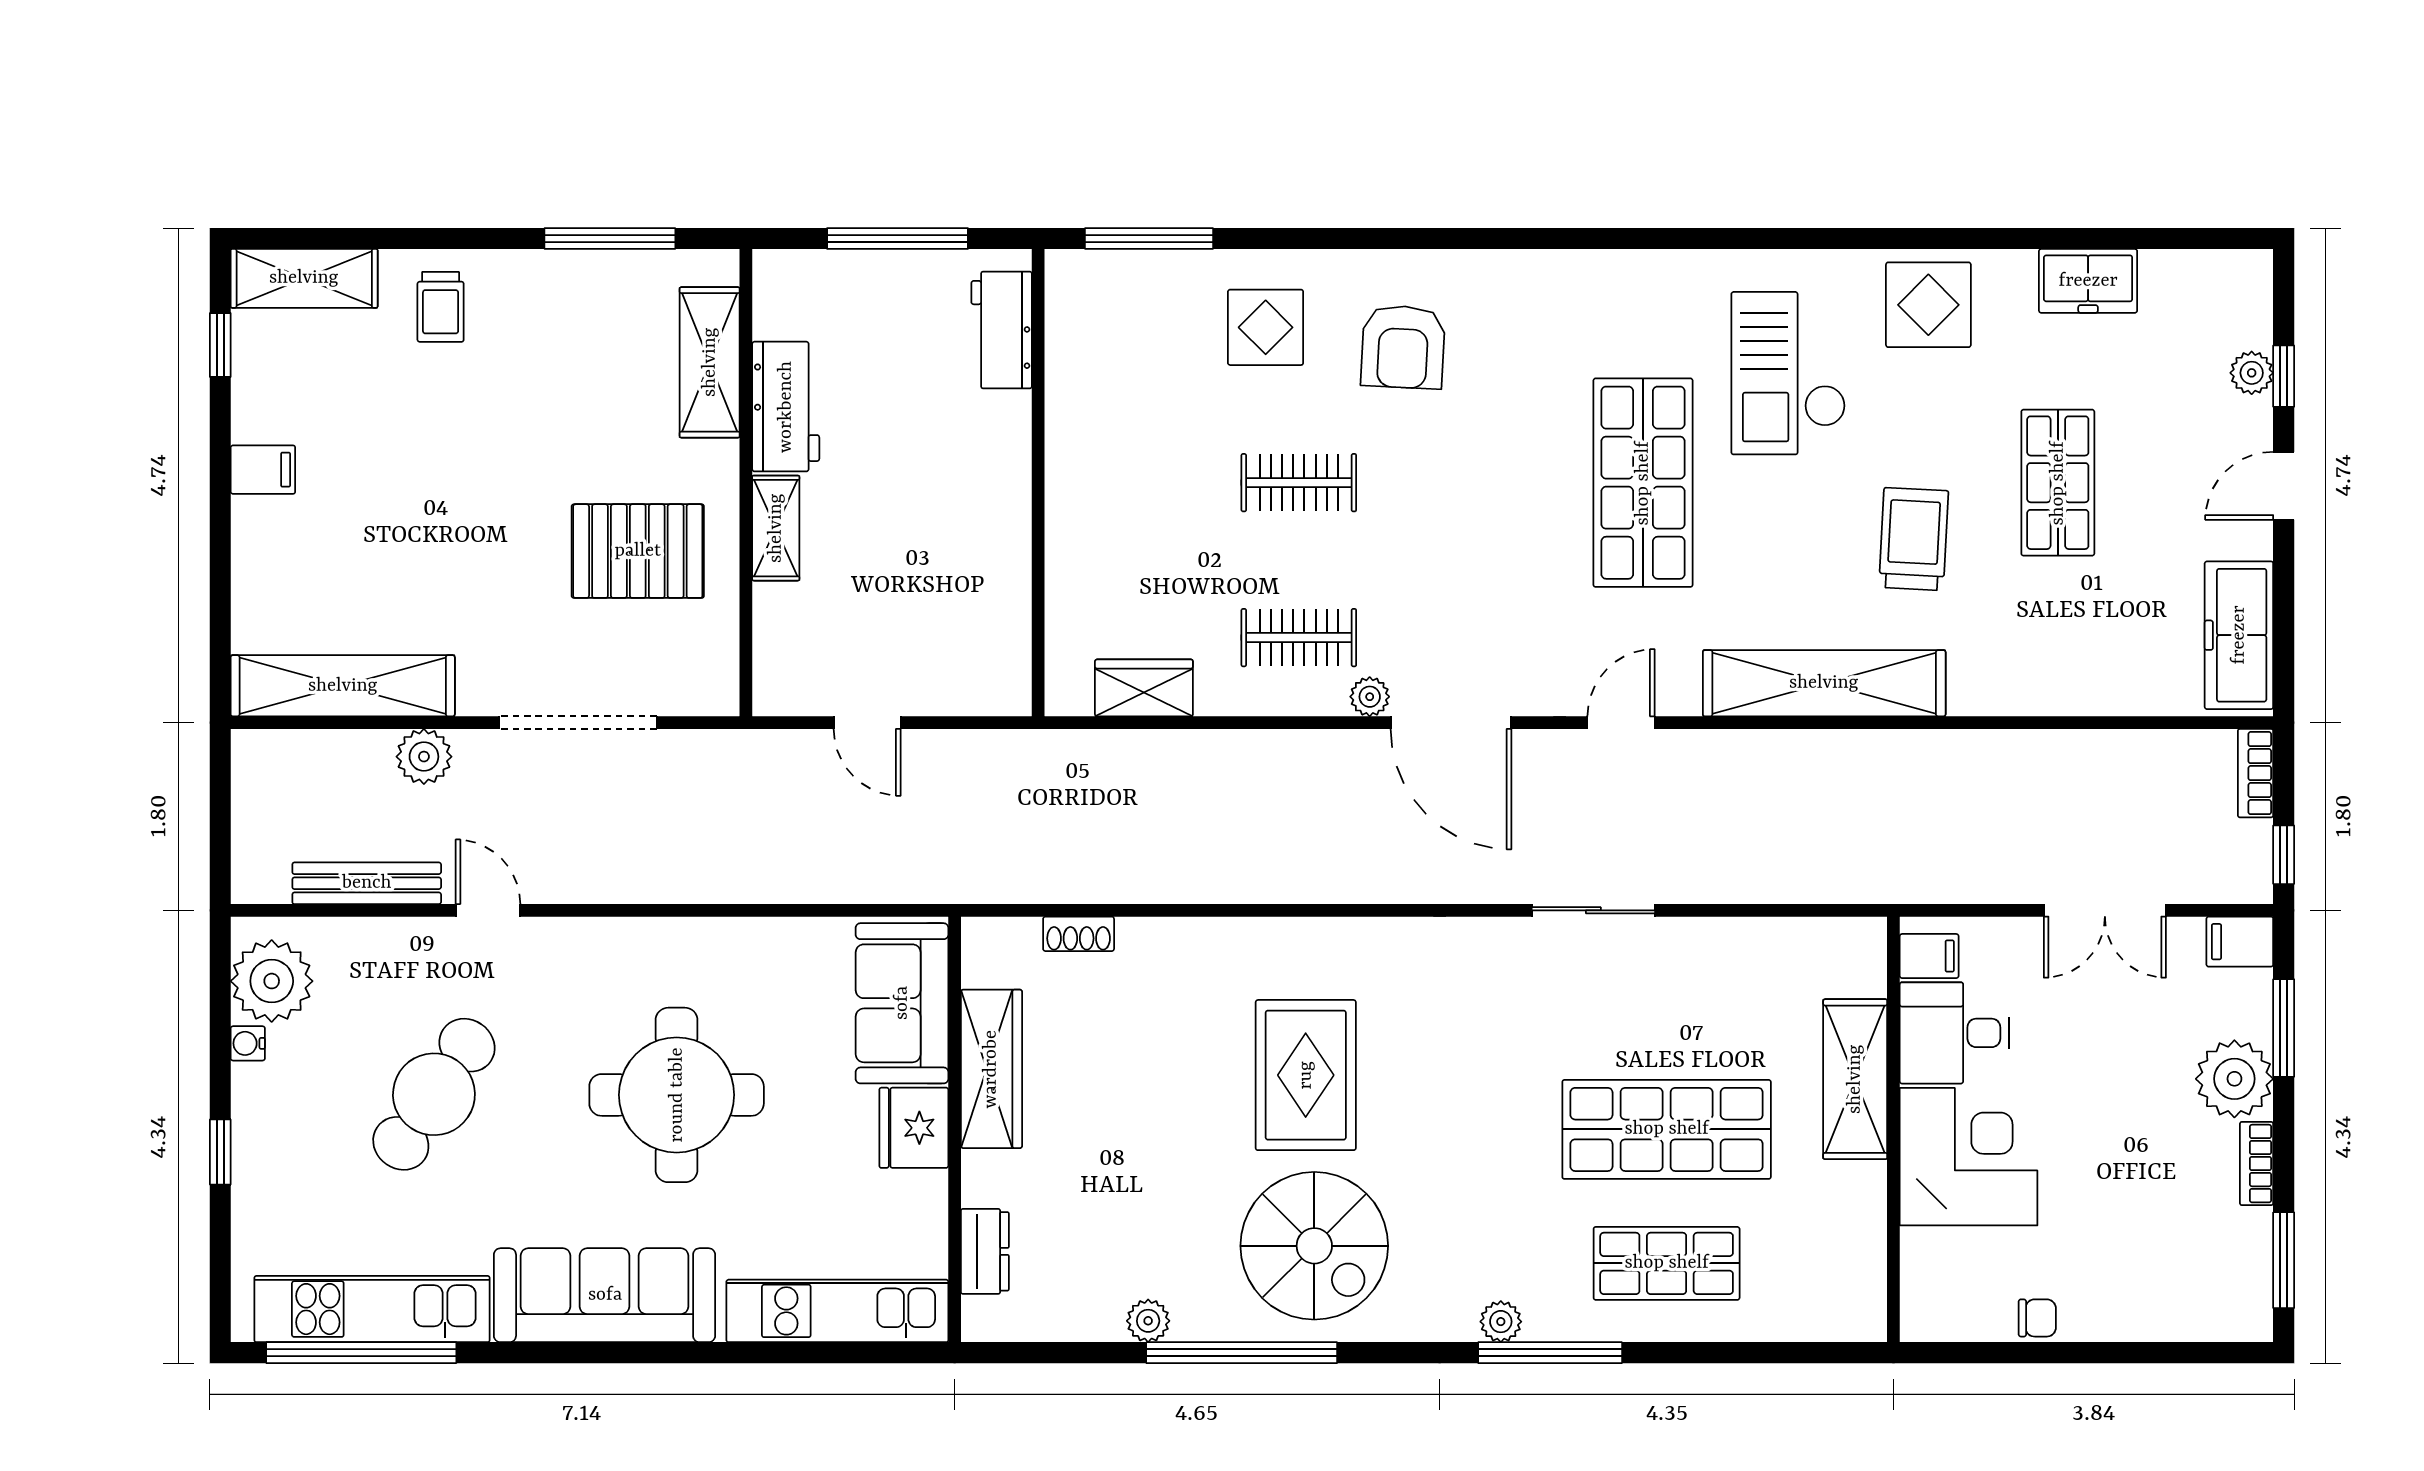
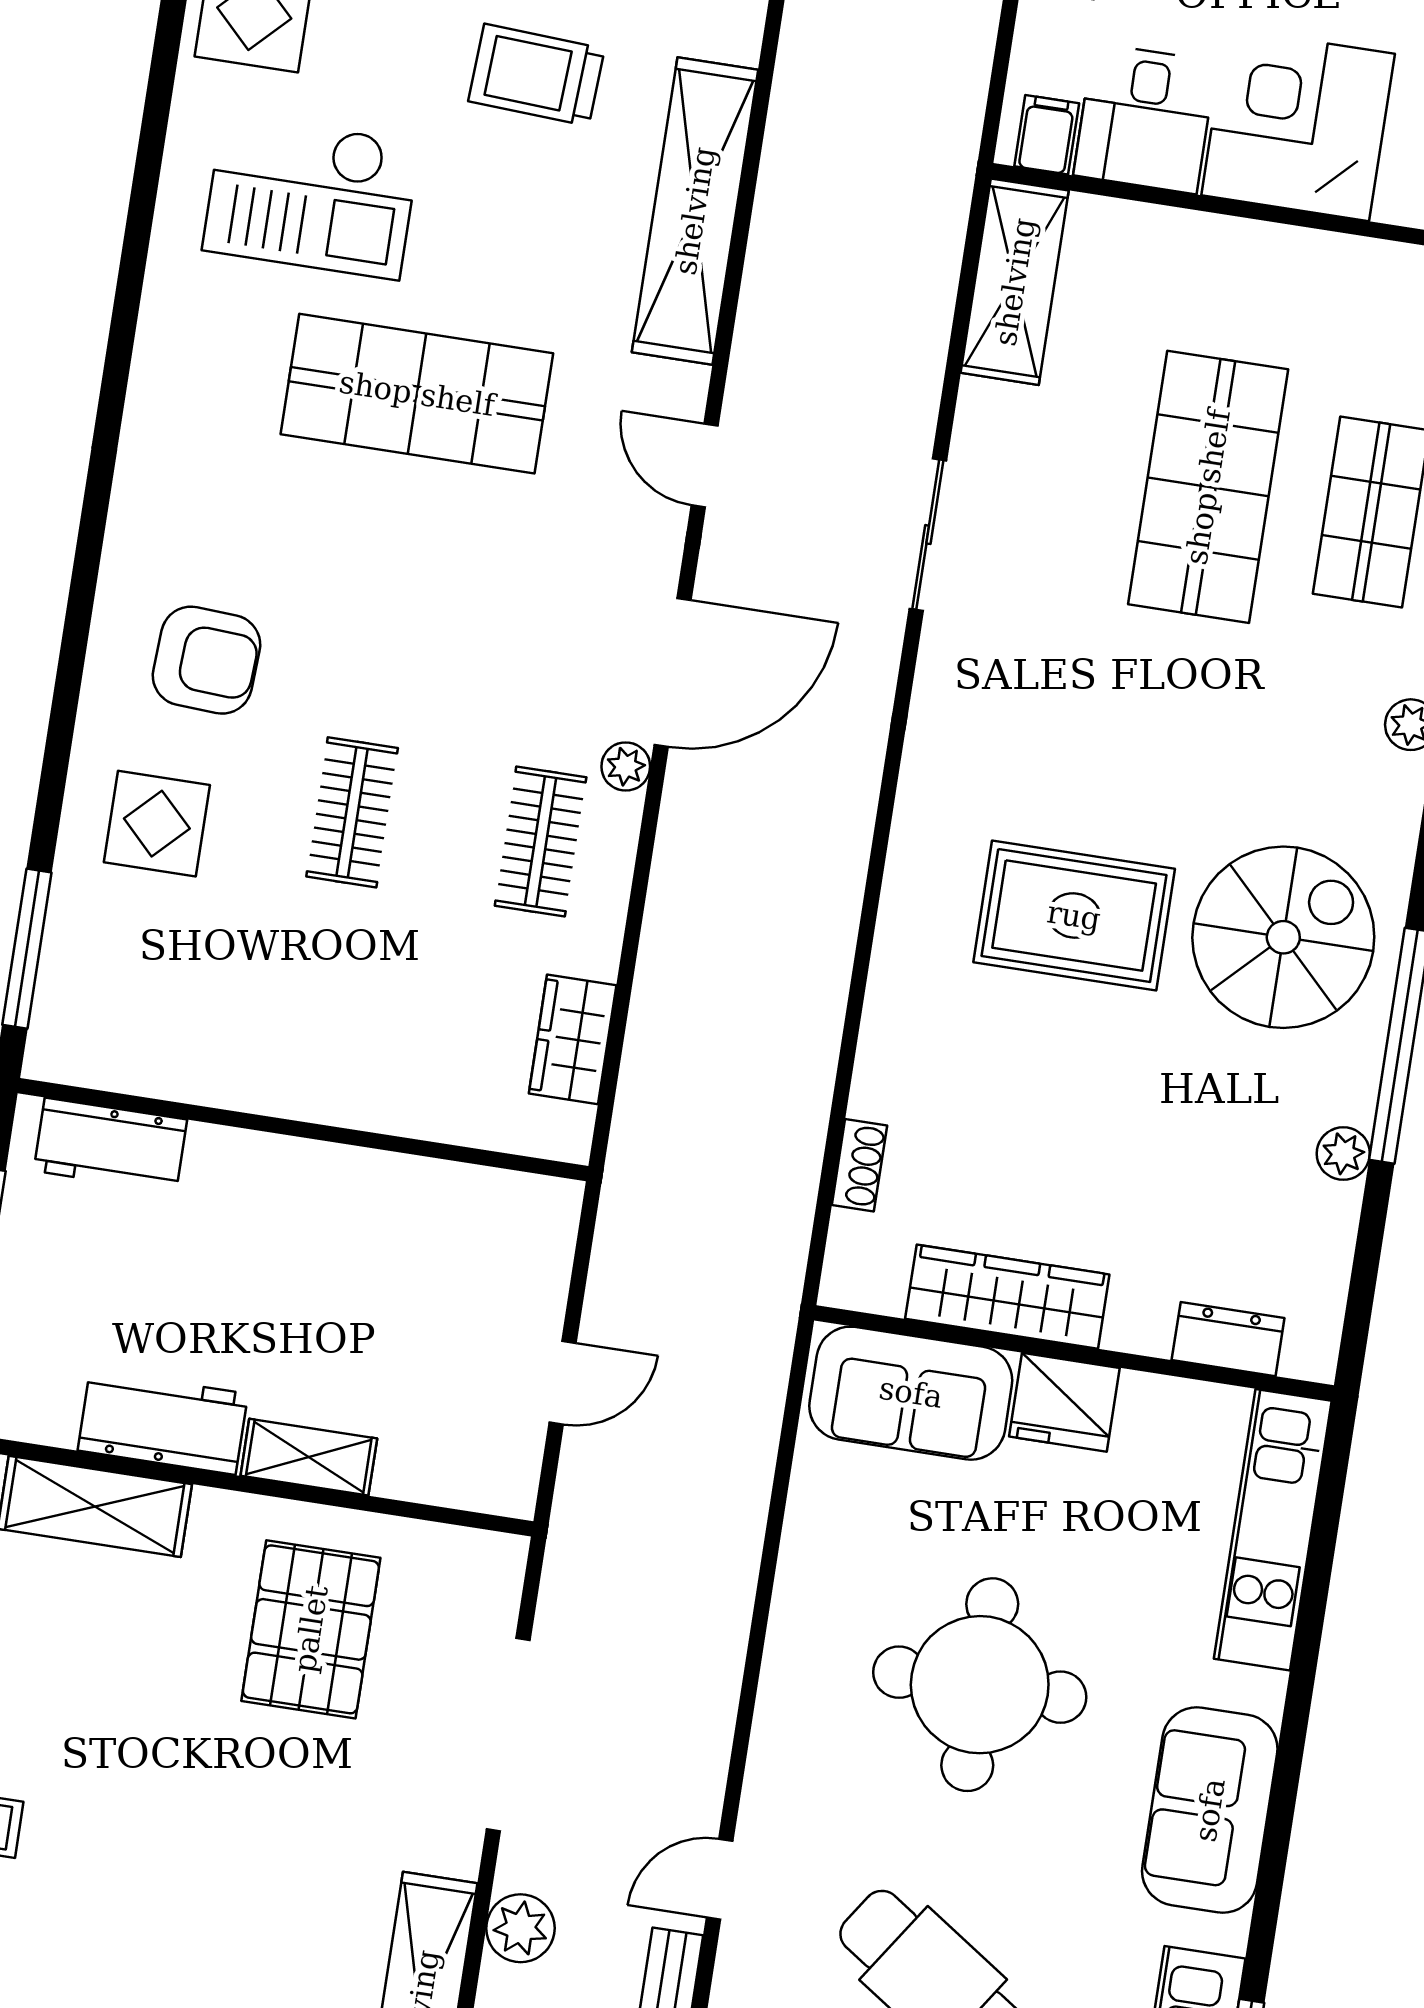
shelving: (1855, 1079) -> (1015, 282), moved, turned 90
sofa: (605, 1295) -> (1210, 1810), width x0.73

